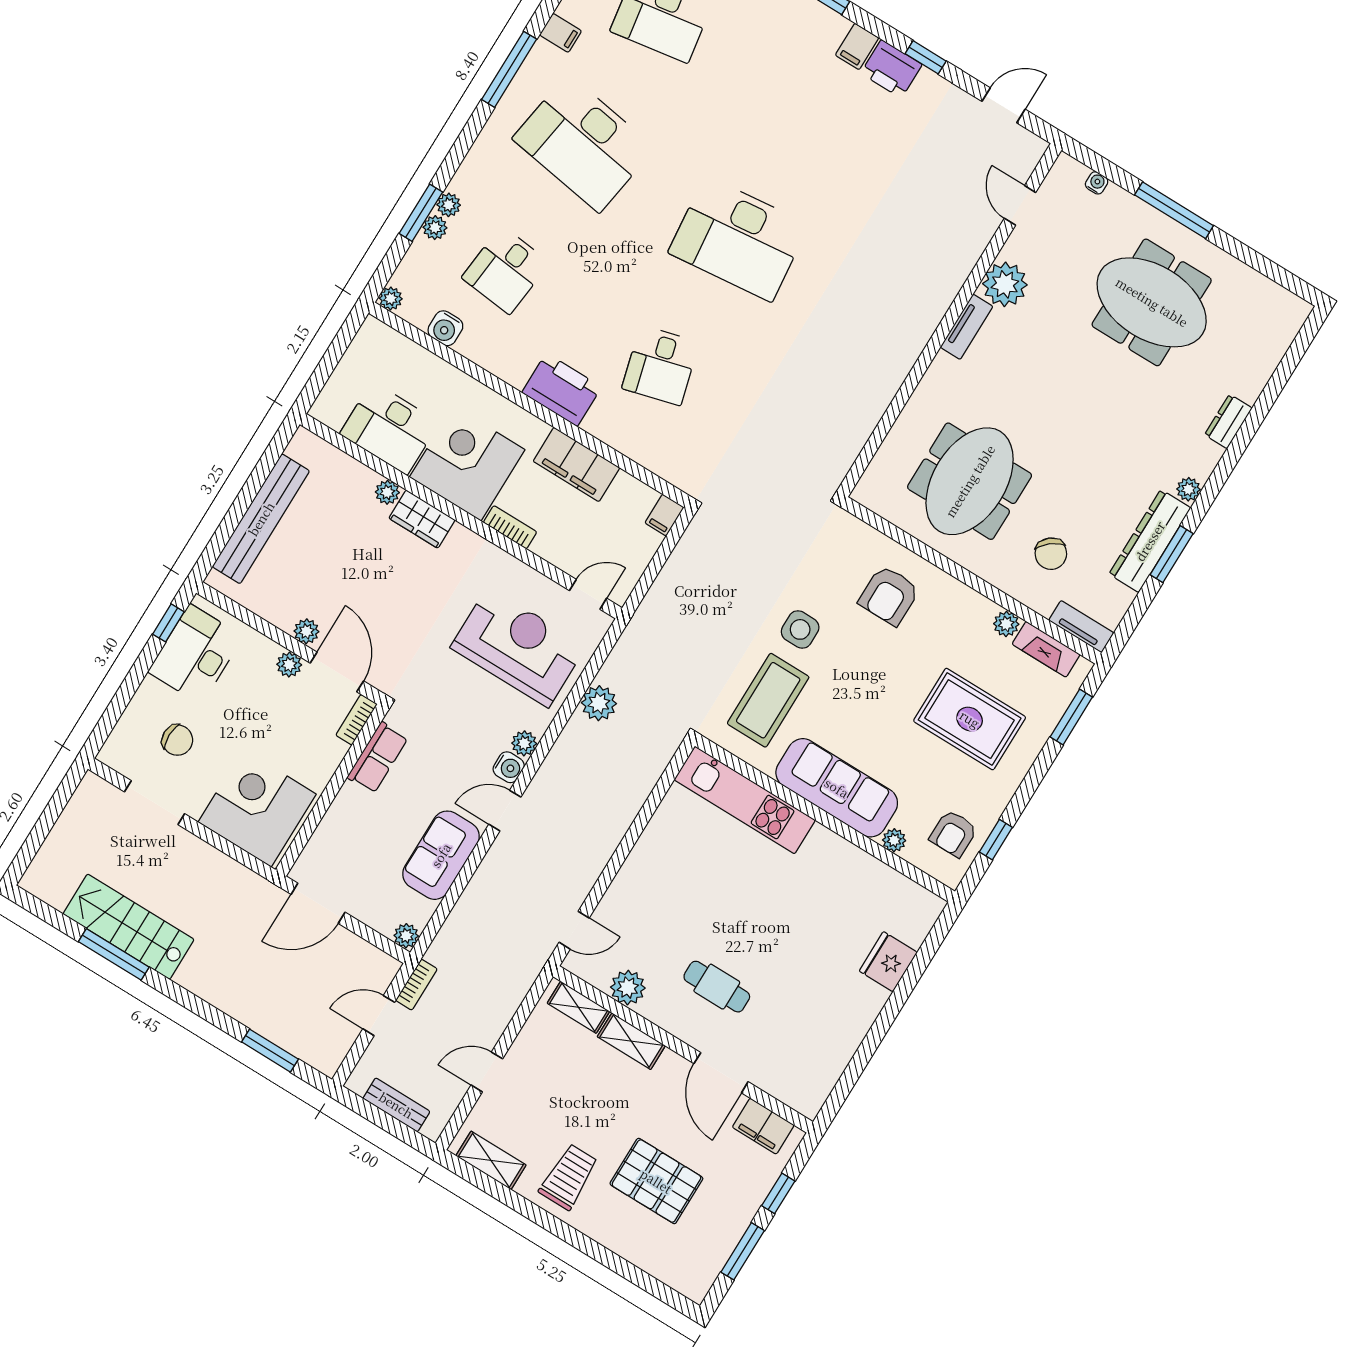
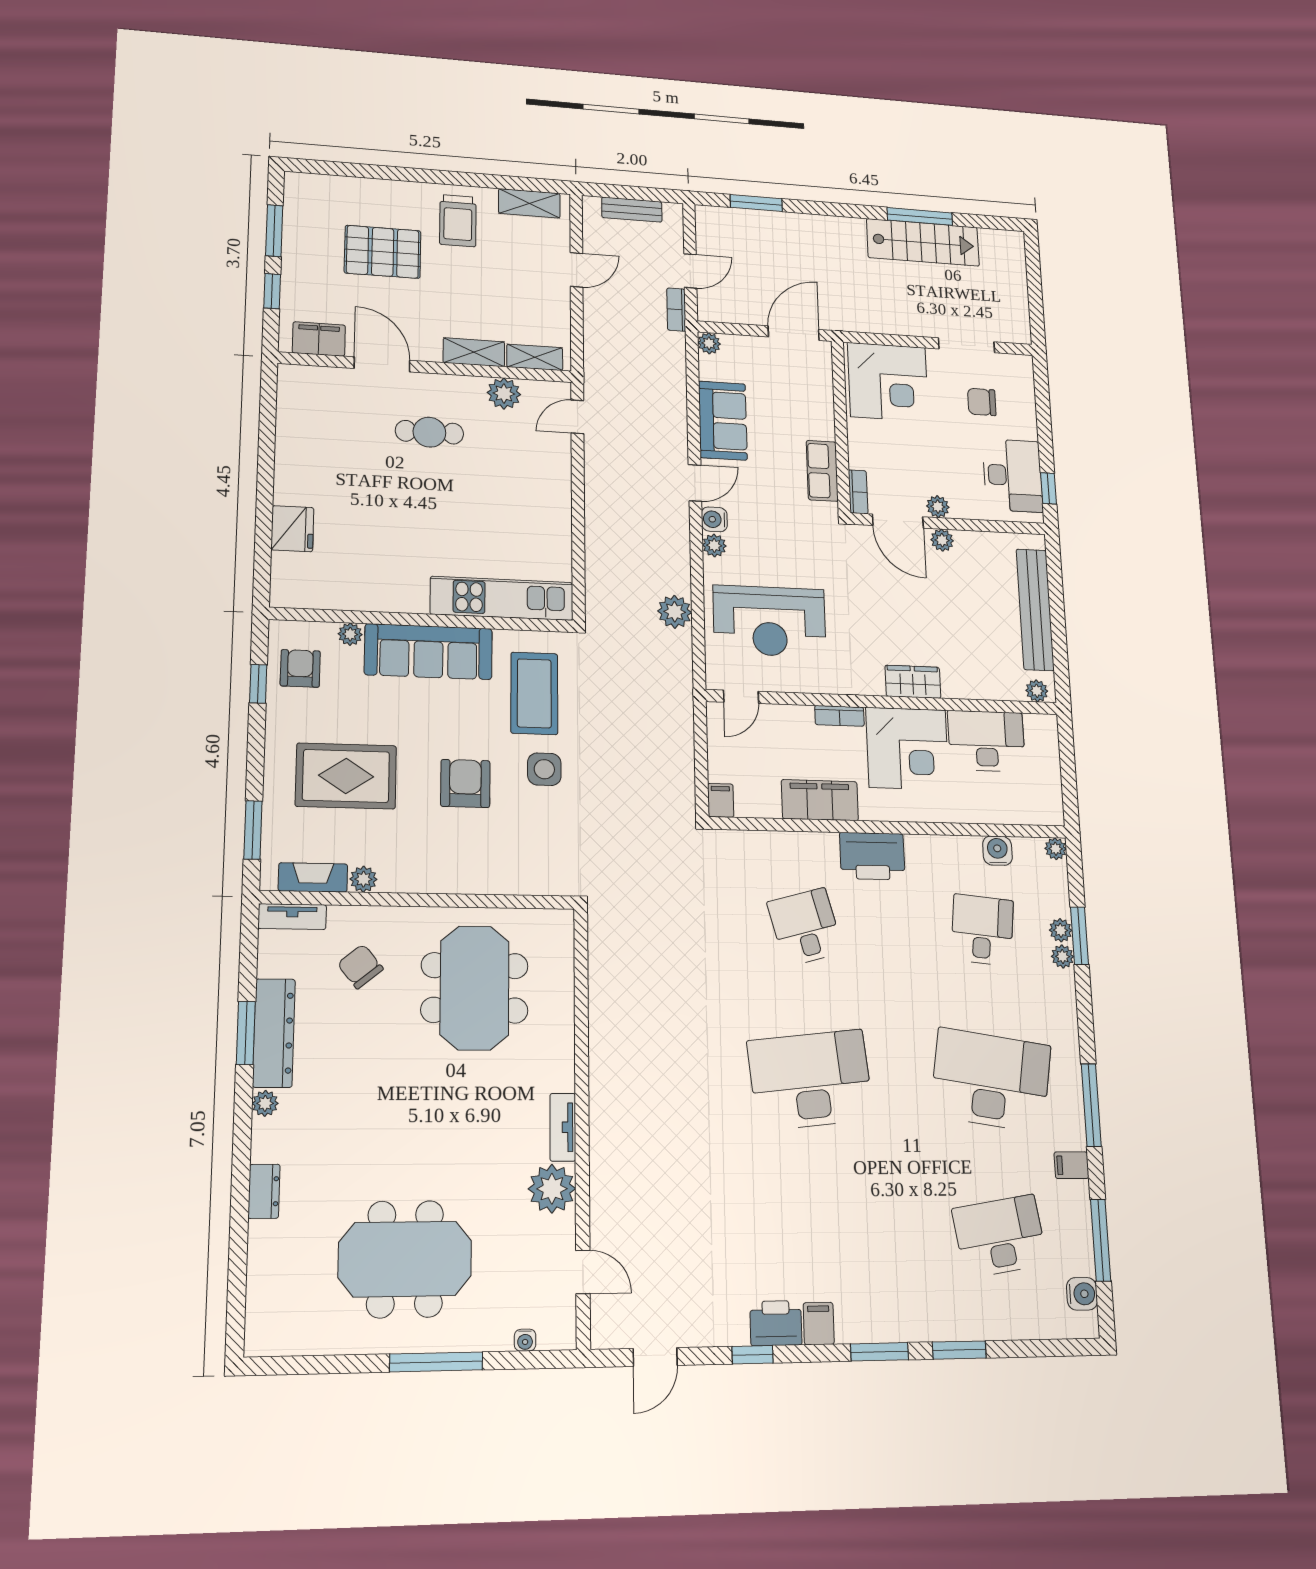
plant: (387, 492) -> (1037, 691), moved
armchair: (889, 595) -> (465, 783), moved

